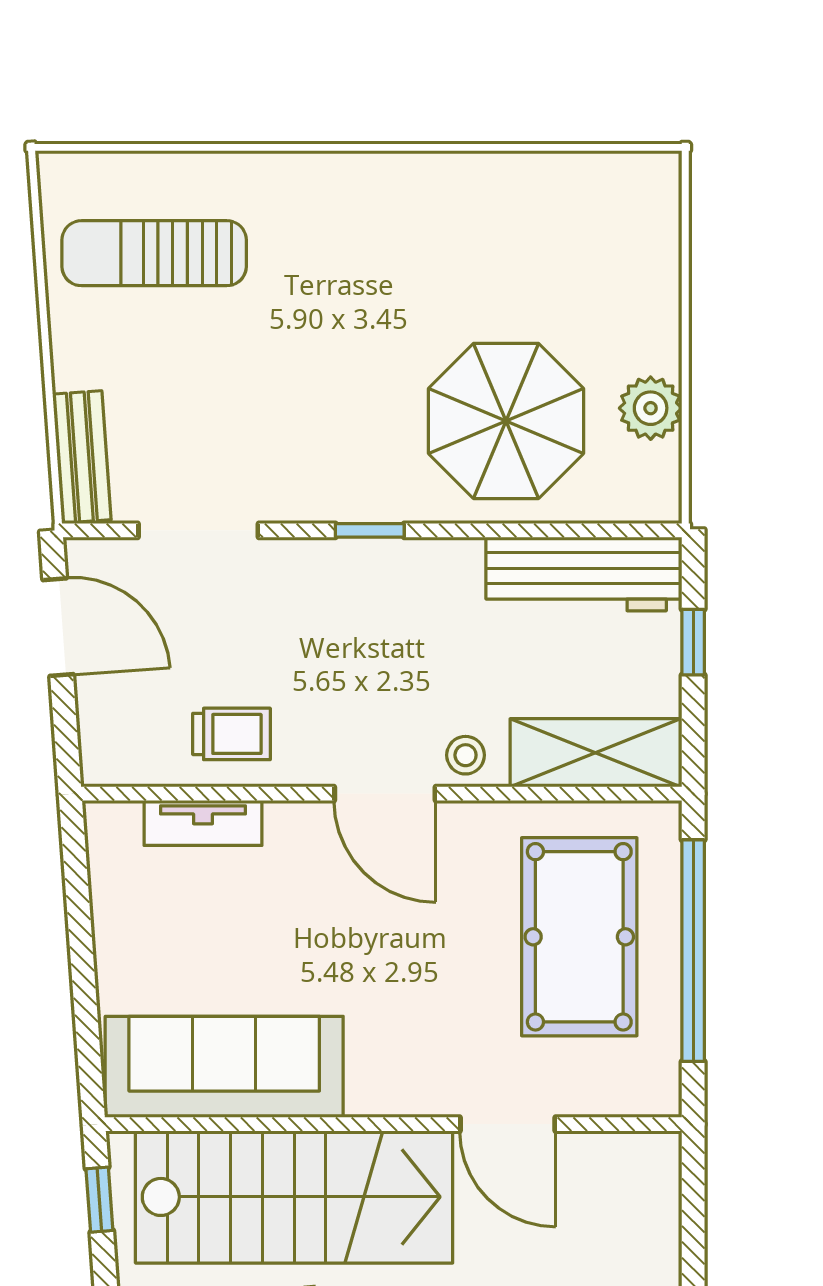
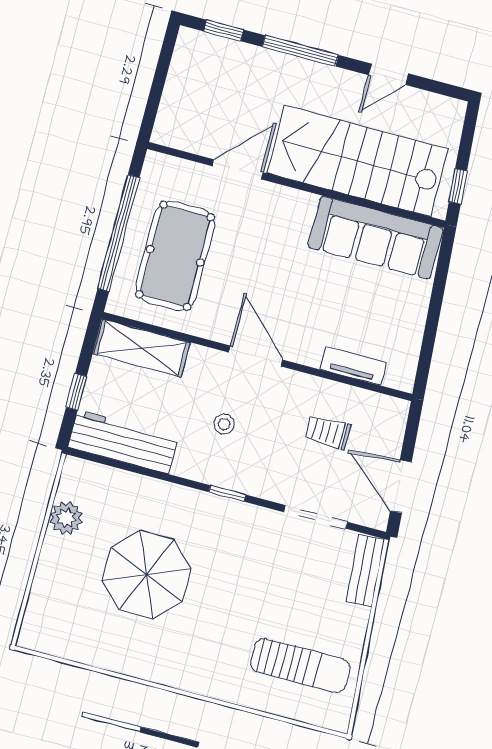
parasol: (506, 421) -> (146, 574), moved
trolley: (232, 734) -> (328, 432), moved
stool: (466, 755) -> (224, 424), moved
door: (508, 1124) -> (238, 169), hinge flipped

